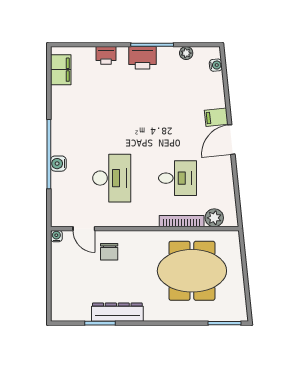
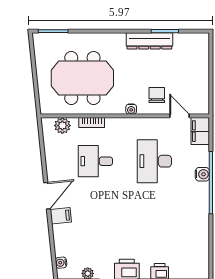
filing cabinet: (61, 70) -> (200, 131), moved
bookcase: (182, 221) -> (92, 123), width x0.64
water cooler: (56, 236) -> (131, 109), moved

